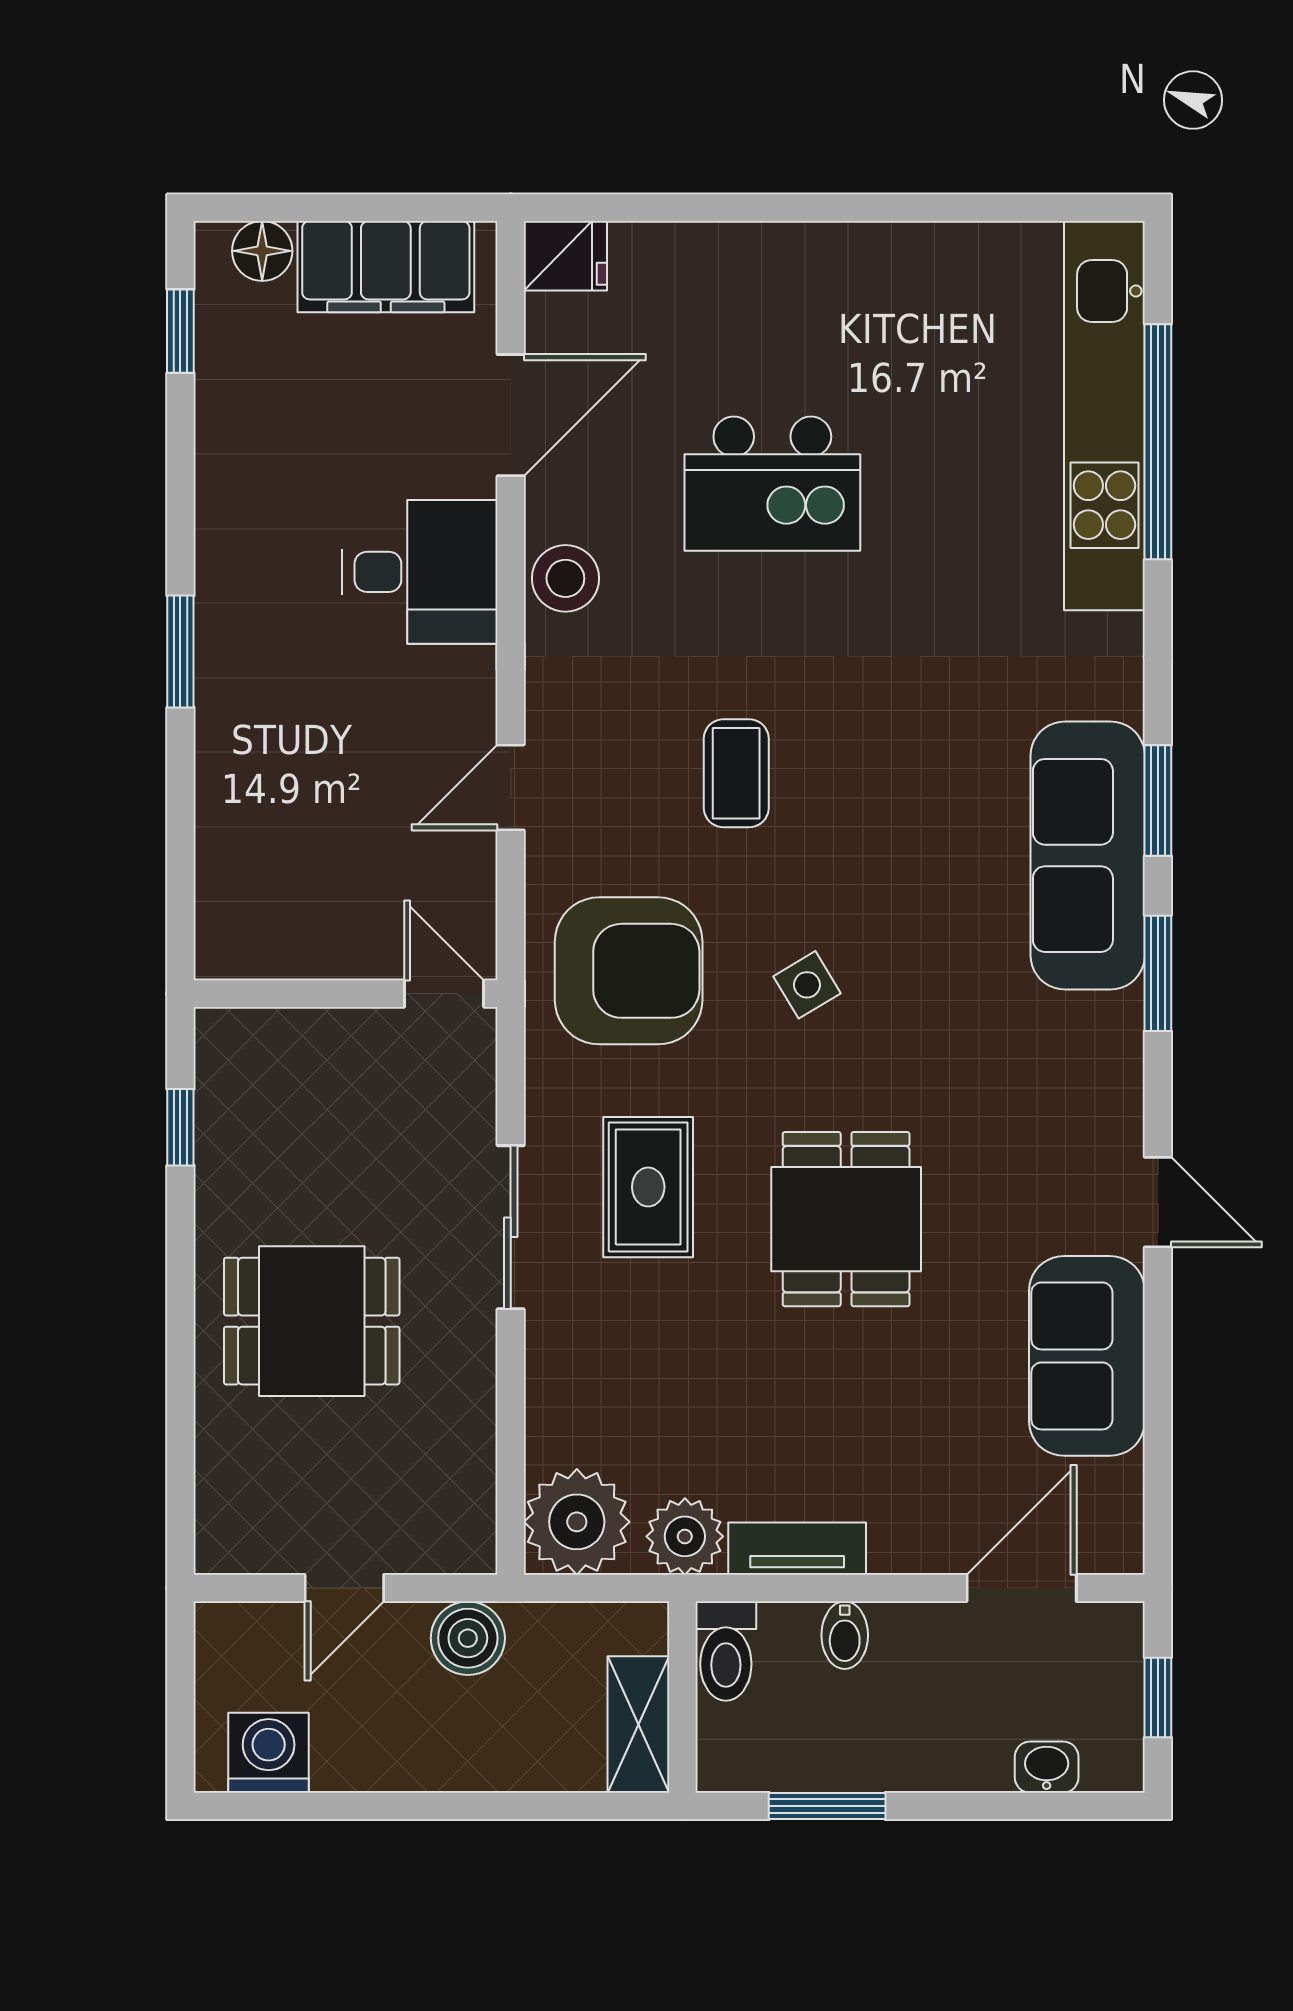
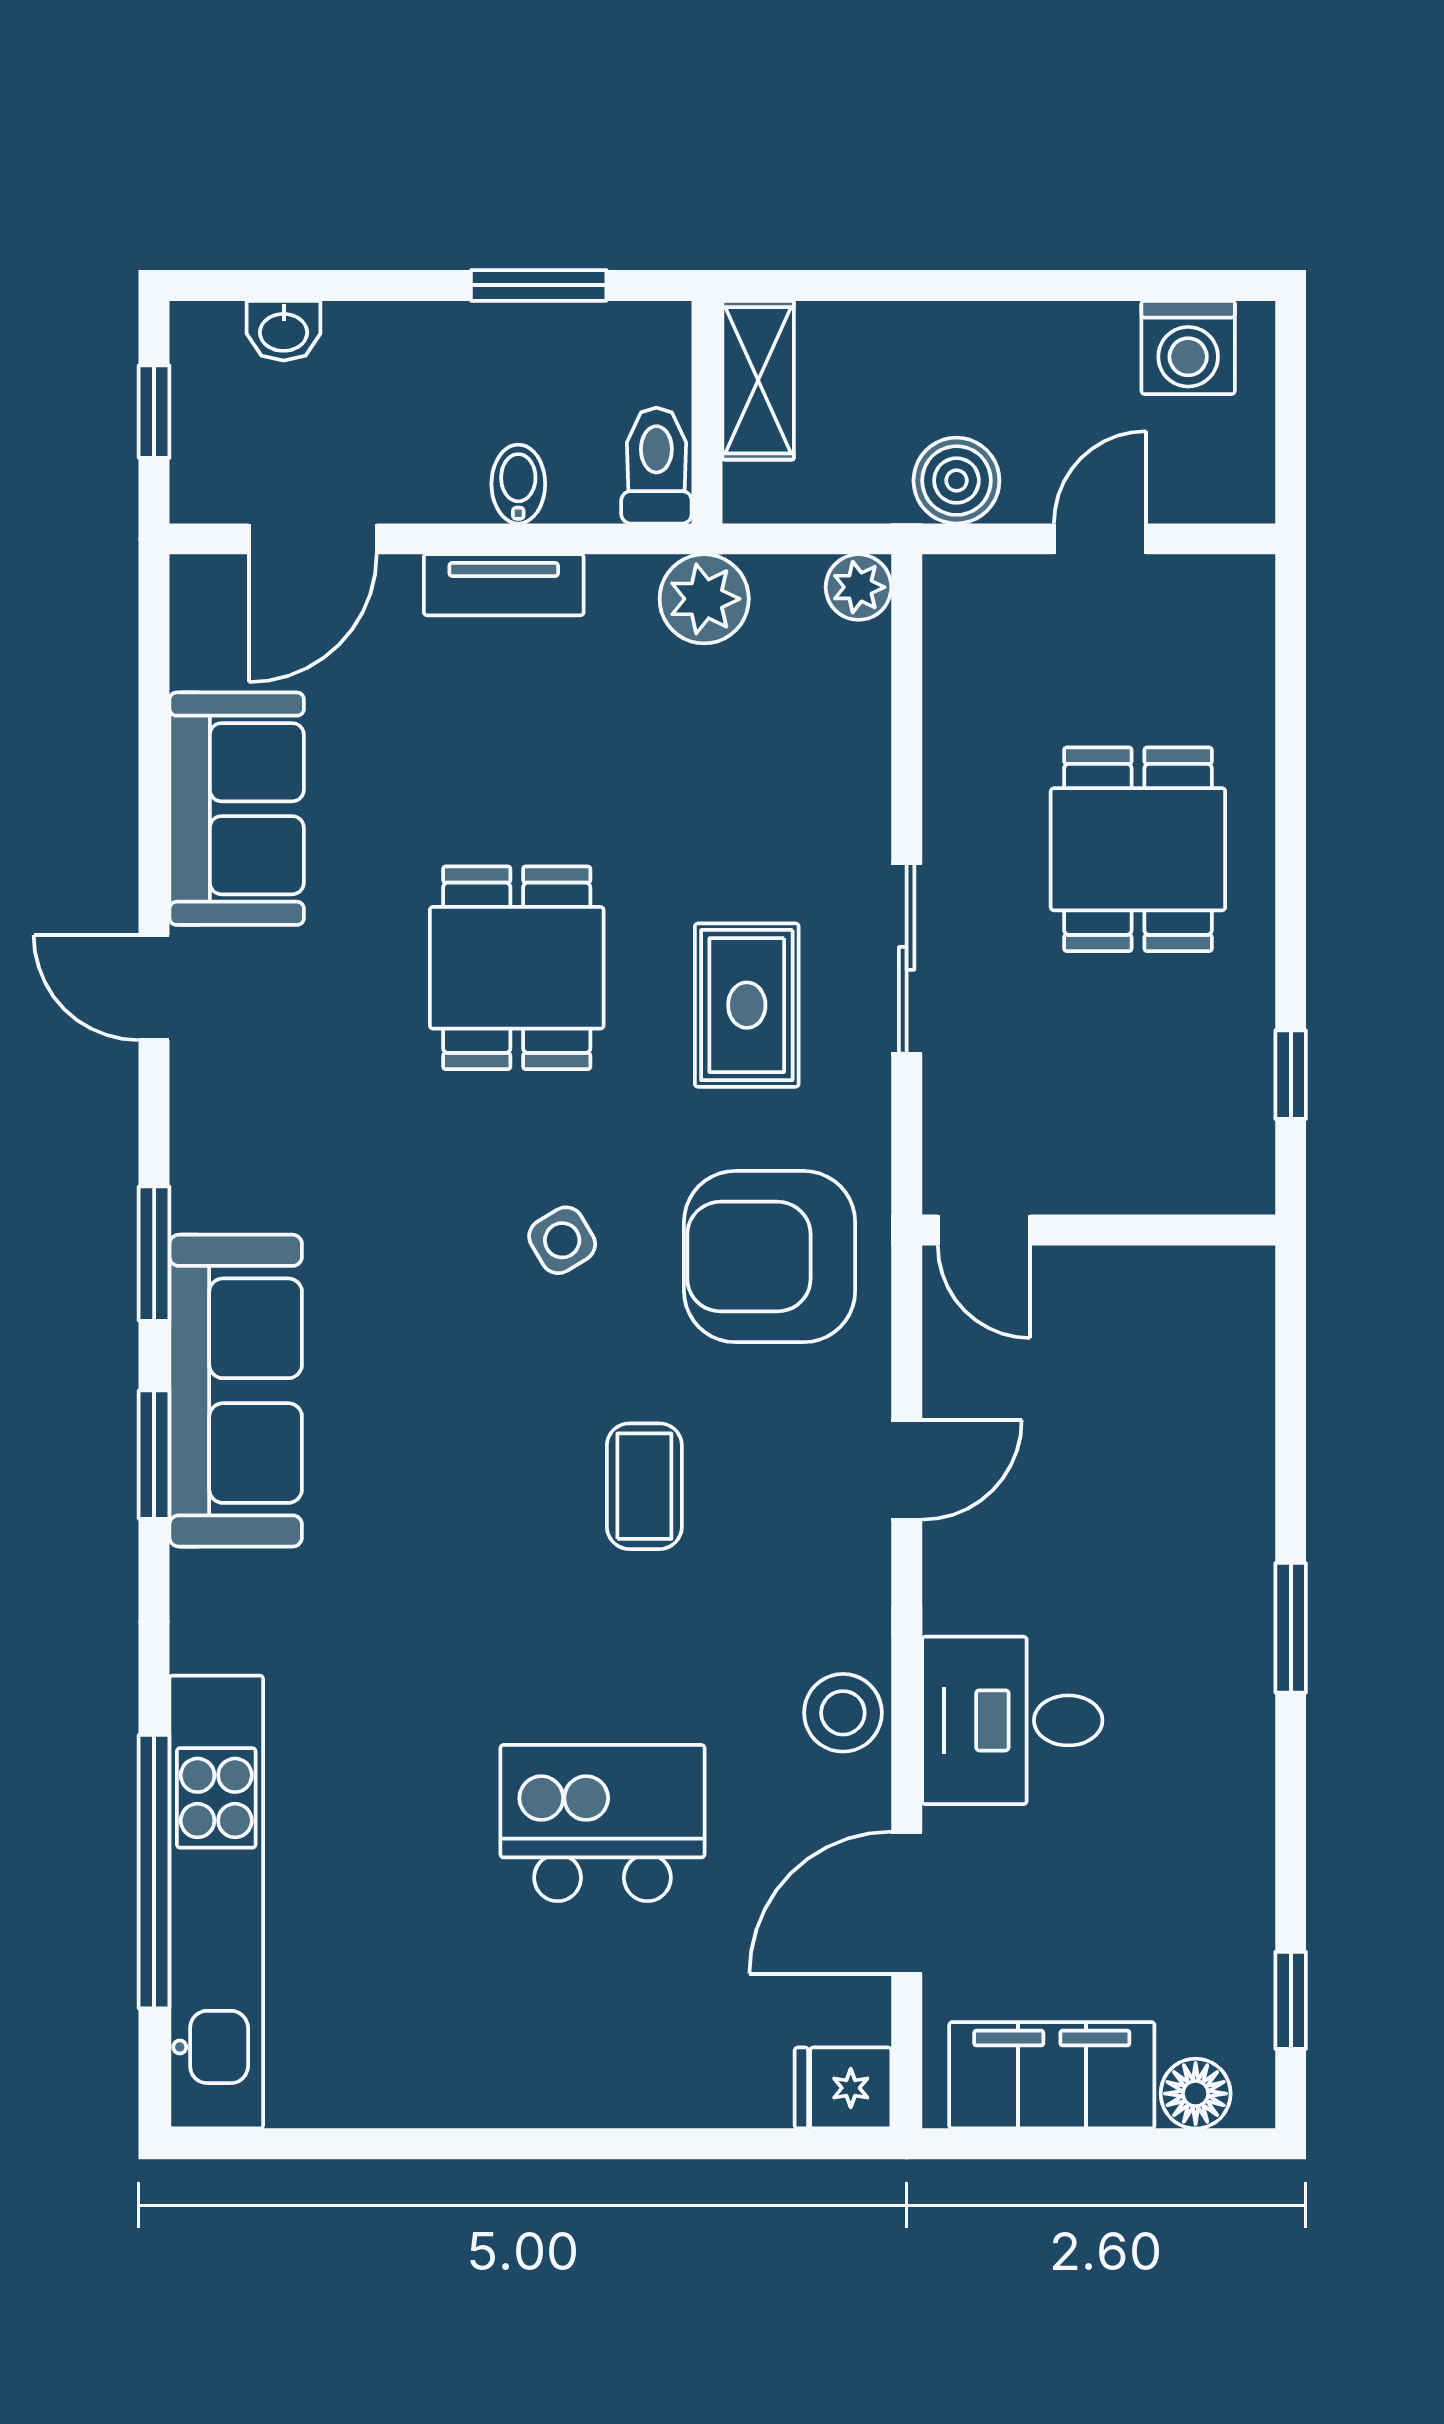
dining table: (312, 1321) -> (1138, 849), turned 90
plant: (577, 1522) -> (858, 587), width x0.53, depth x0.53
tv unit: (797, 1549) -> (504, 585), moved

